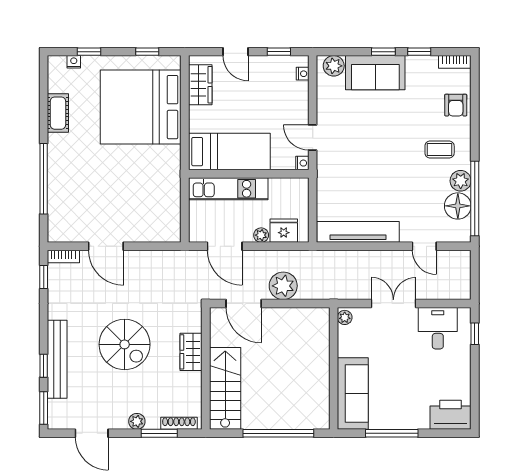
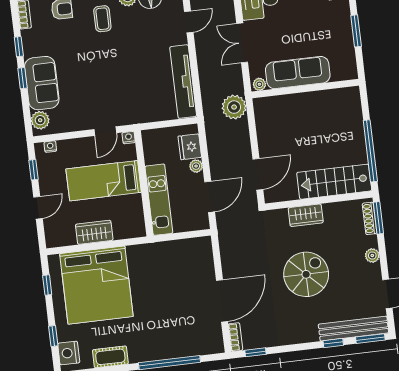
nightstand: (74, 62) -> (69, 353), width x1.89, depth x1.79
wardrobe: (200, 85) -> (94, 232), moved
bed: (229, 152) -> (104, 181), moved, turned -90
door: (106, 246) -> (222, 301), width x1.36
plant: (283, 286) -> (234, 107), moved
bench: (57, 359) -> (353, 329), moved
sofa: (353, 393) -> (298, 73), moved
window: (159, 433) -> (378, 218), moved
window: (278, 433) -> (370, 151), moved
window: (392, 433) -> (356, 31), width x0.69

